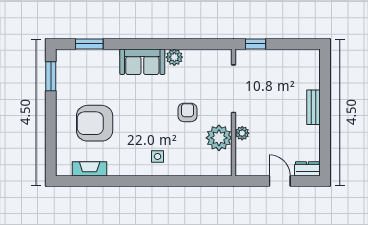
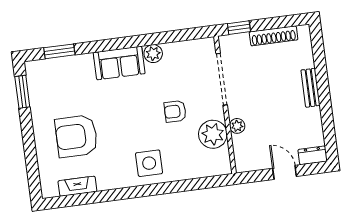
shoe rack: (286, 56) -> (274, 36), added
armchair: (187, 112) -> (175, 111), turned -90
side table: (158, 156) -> (149, 163), width x1.87, depth x1.87

